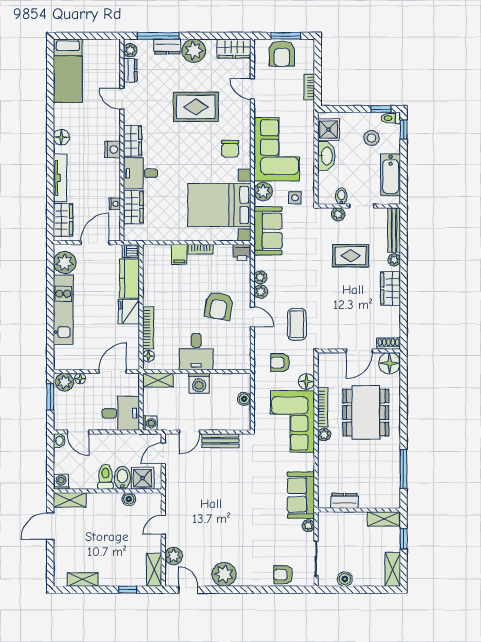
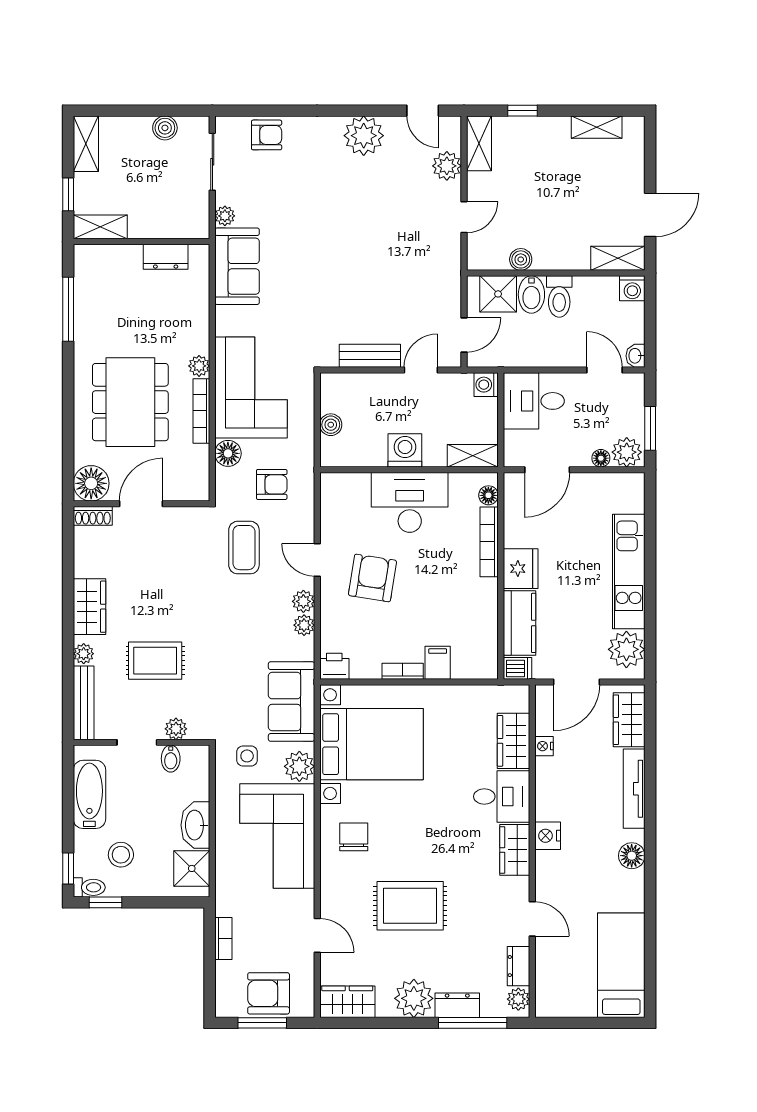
armchair: (282, 54) -> (269, 993), turned -90
desk: (196, 352) -> (410, 502), width x1.37

